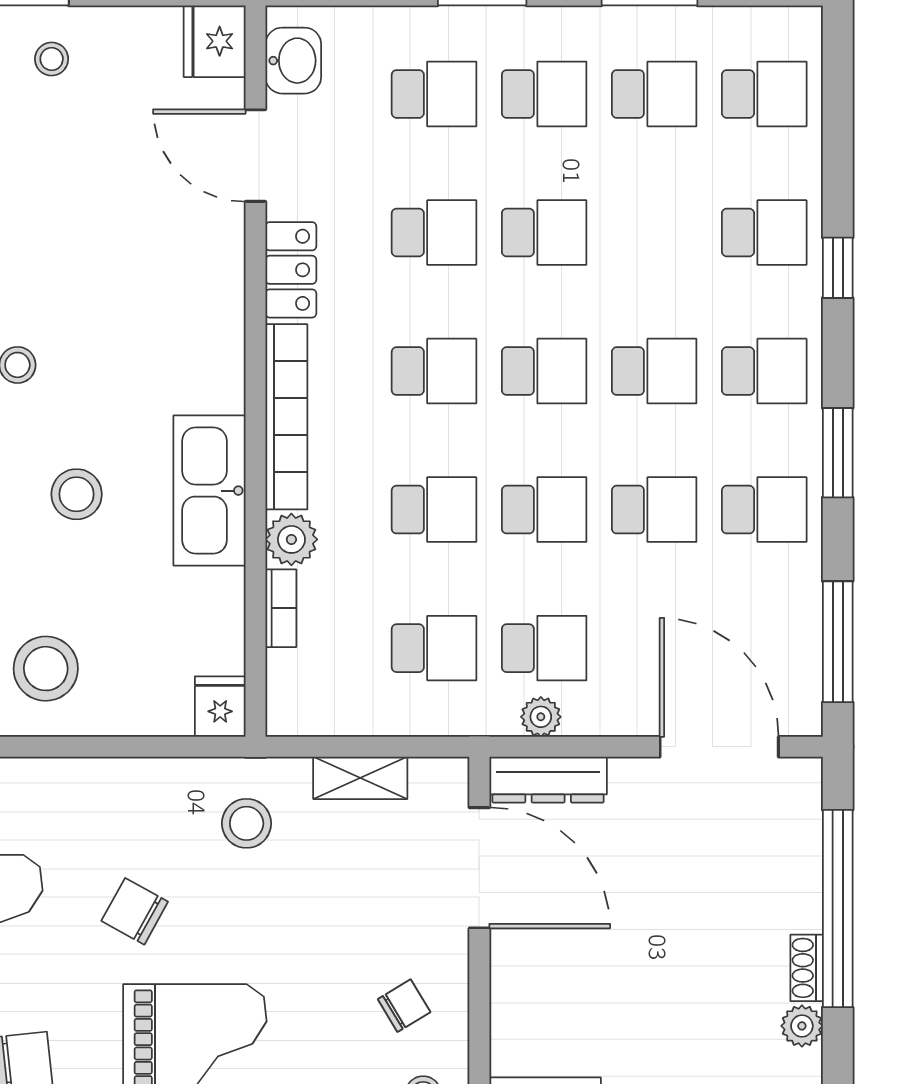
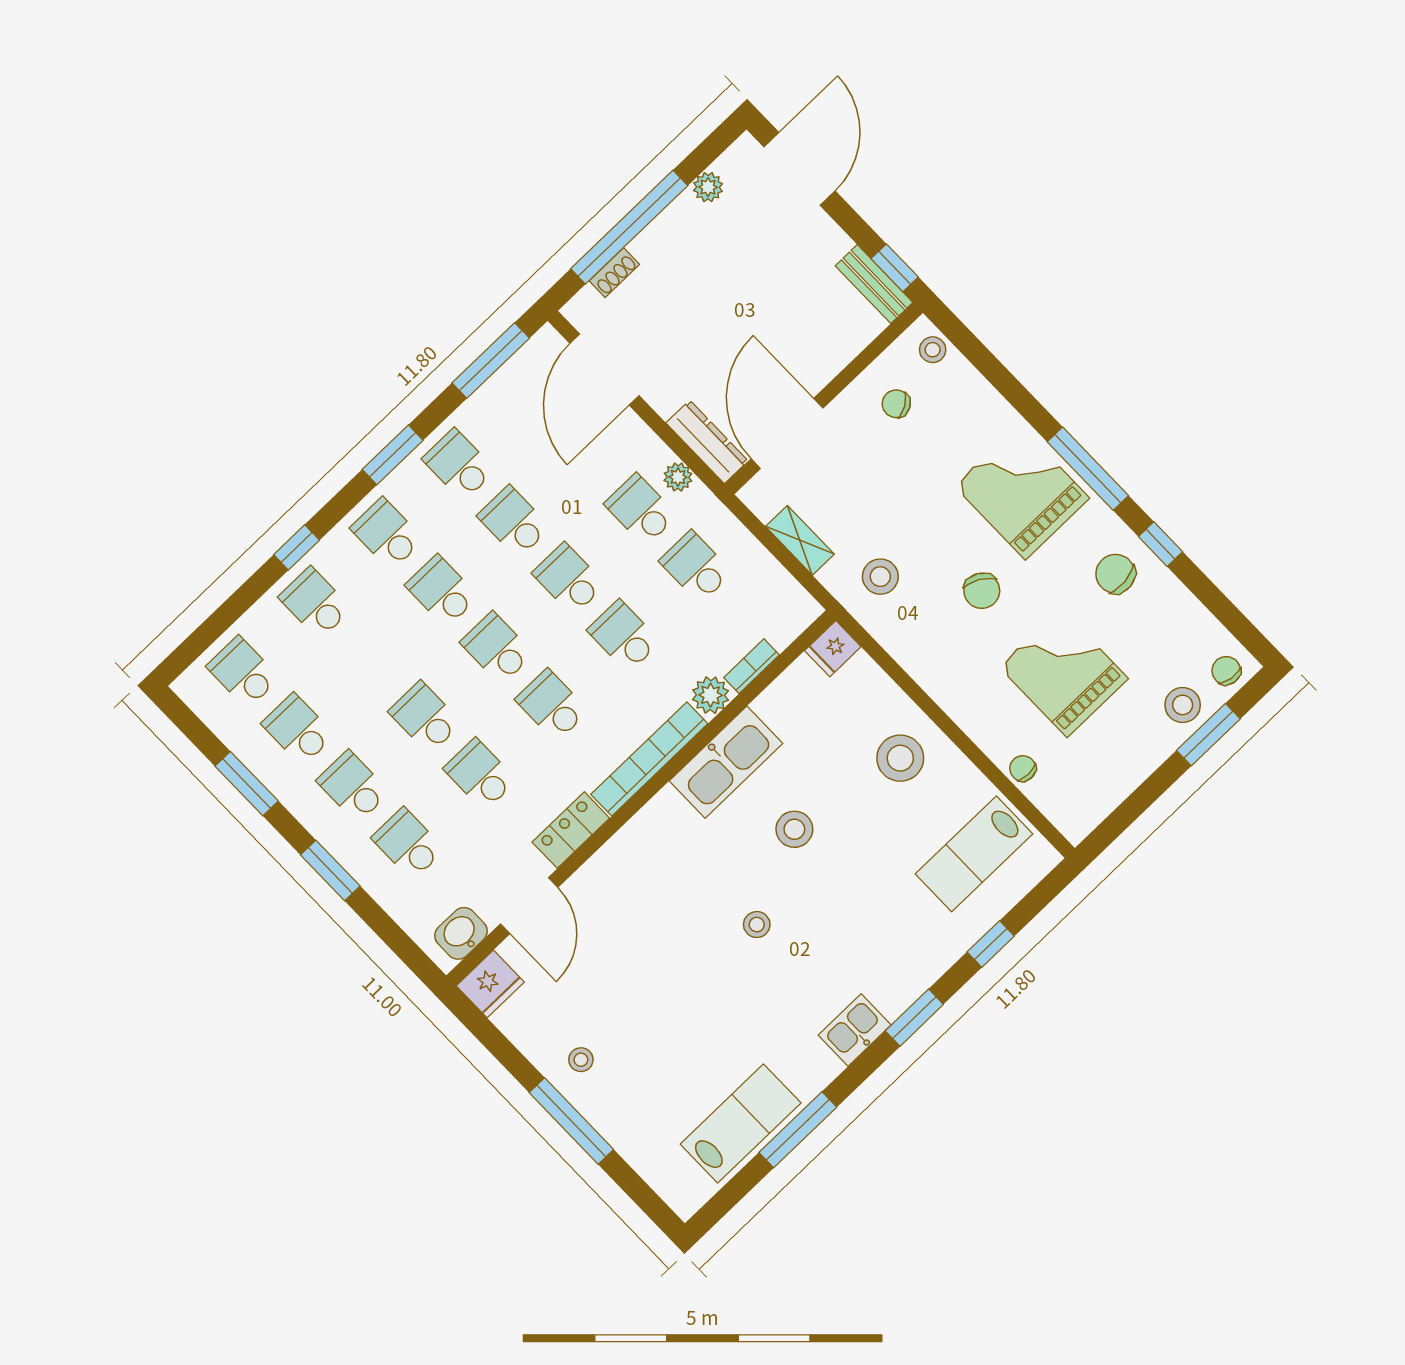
shoe rack: (807, 968) -> (614, 273), moved

